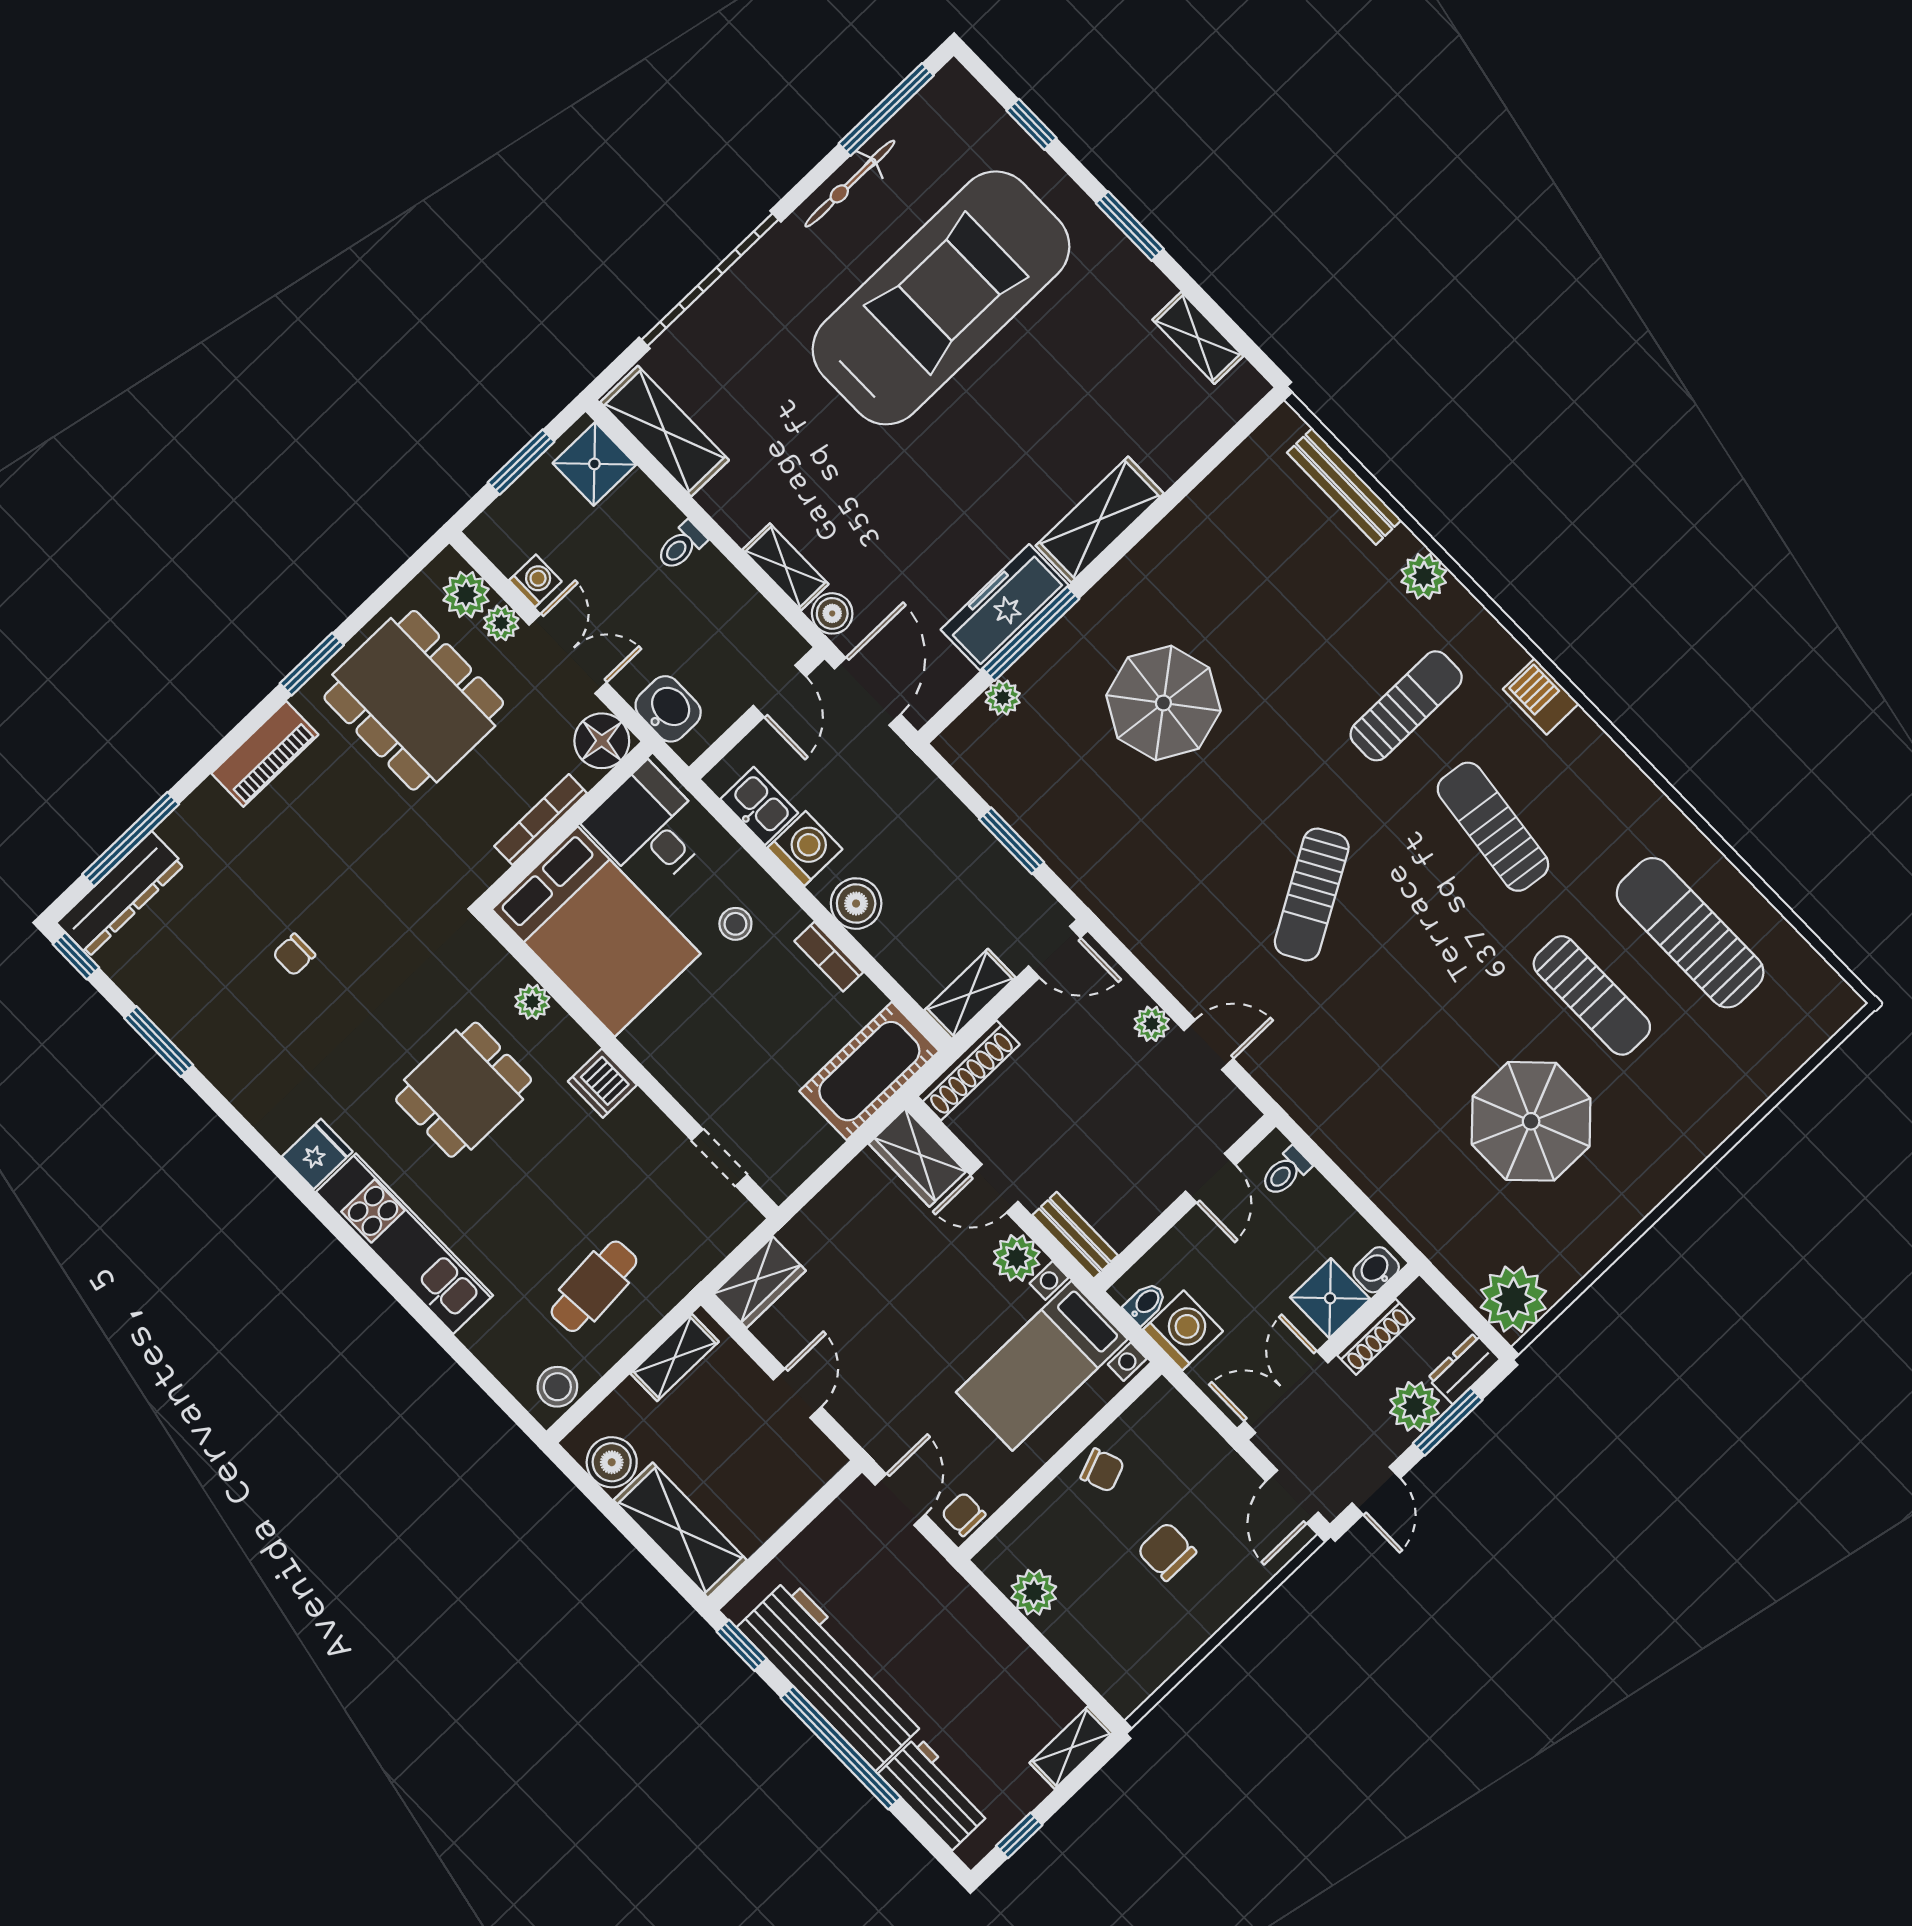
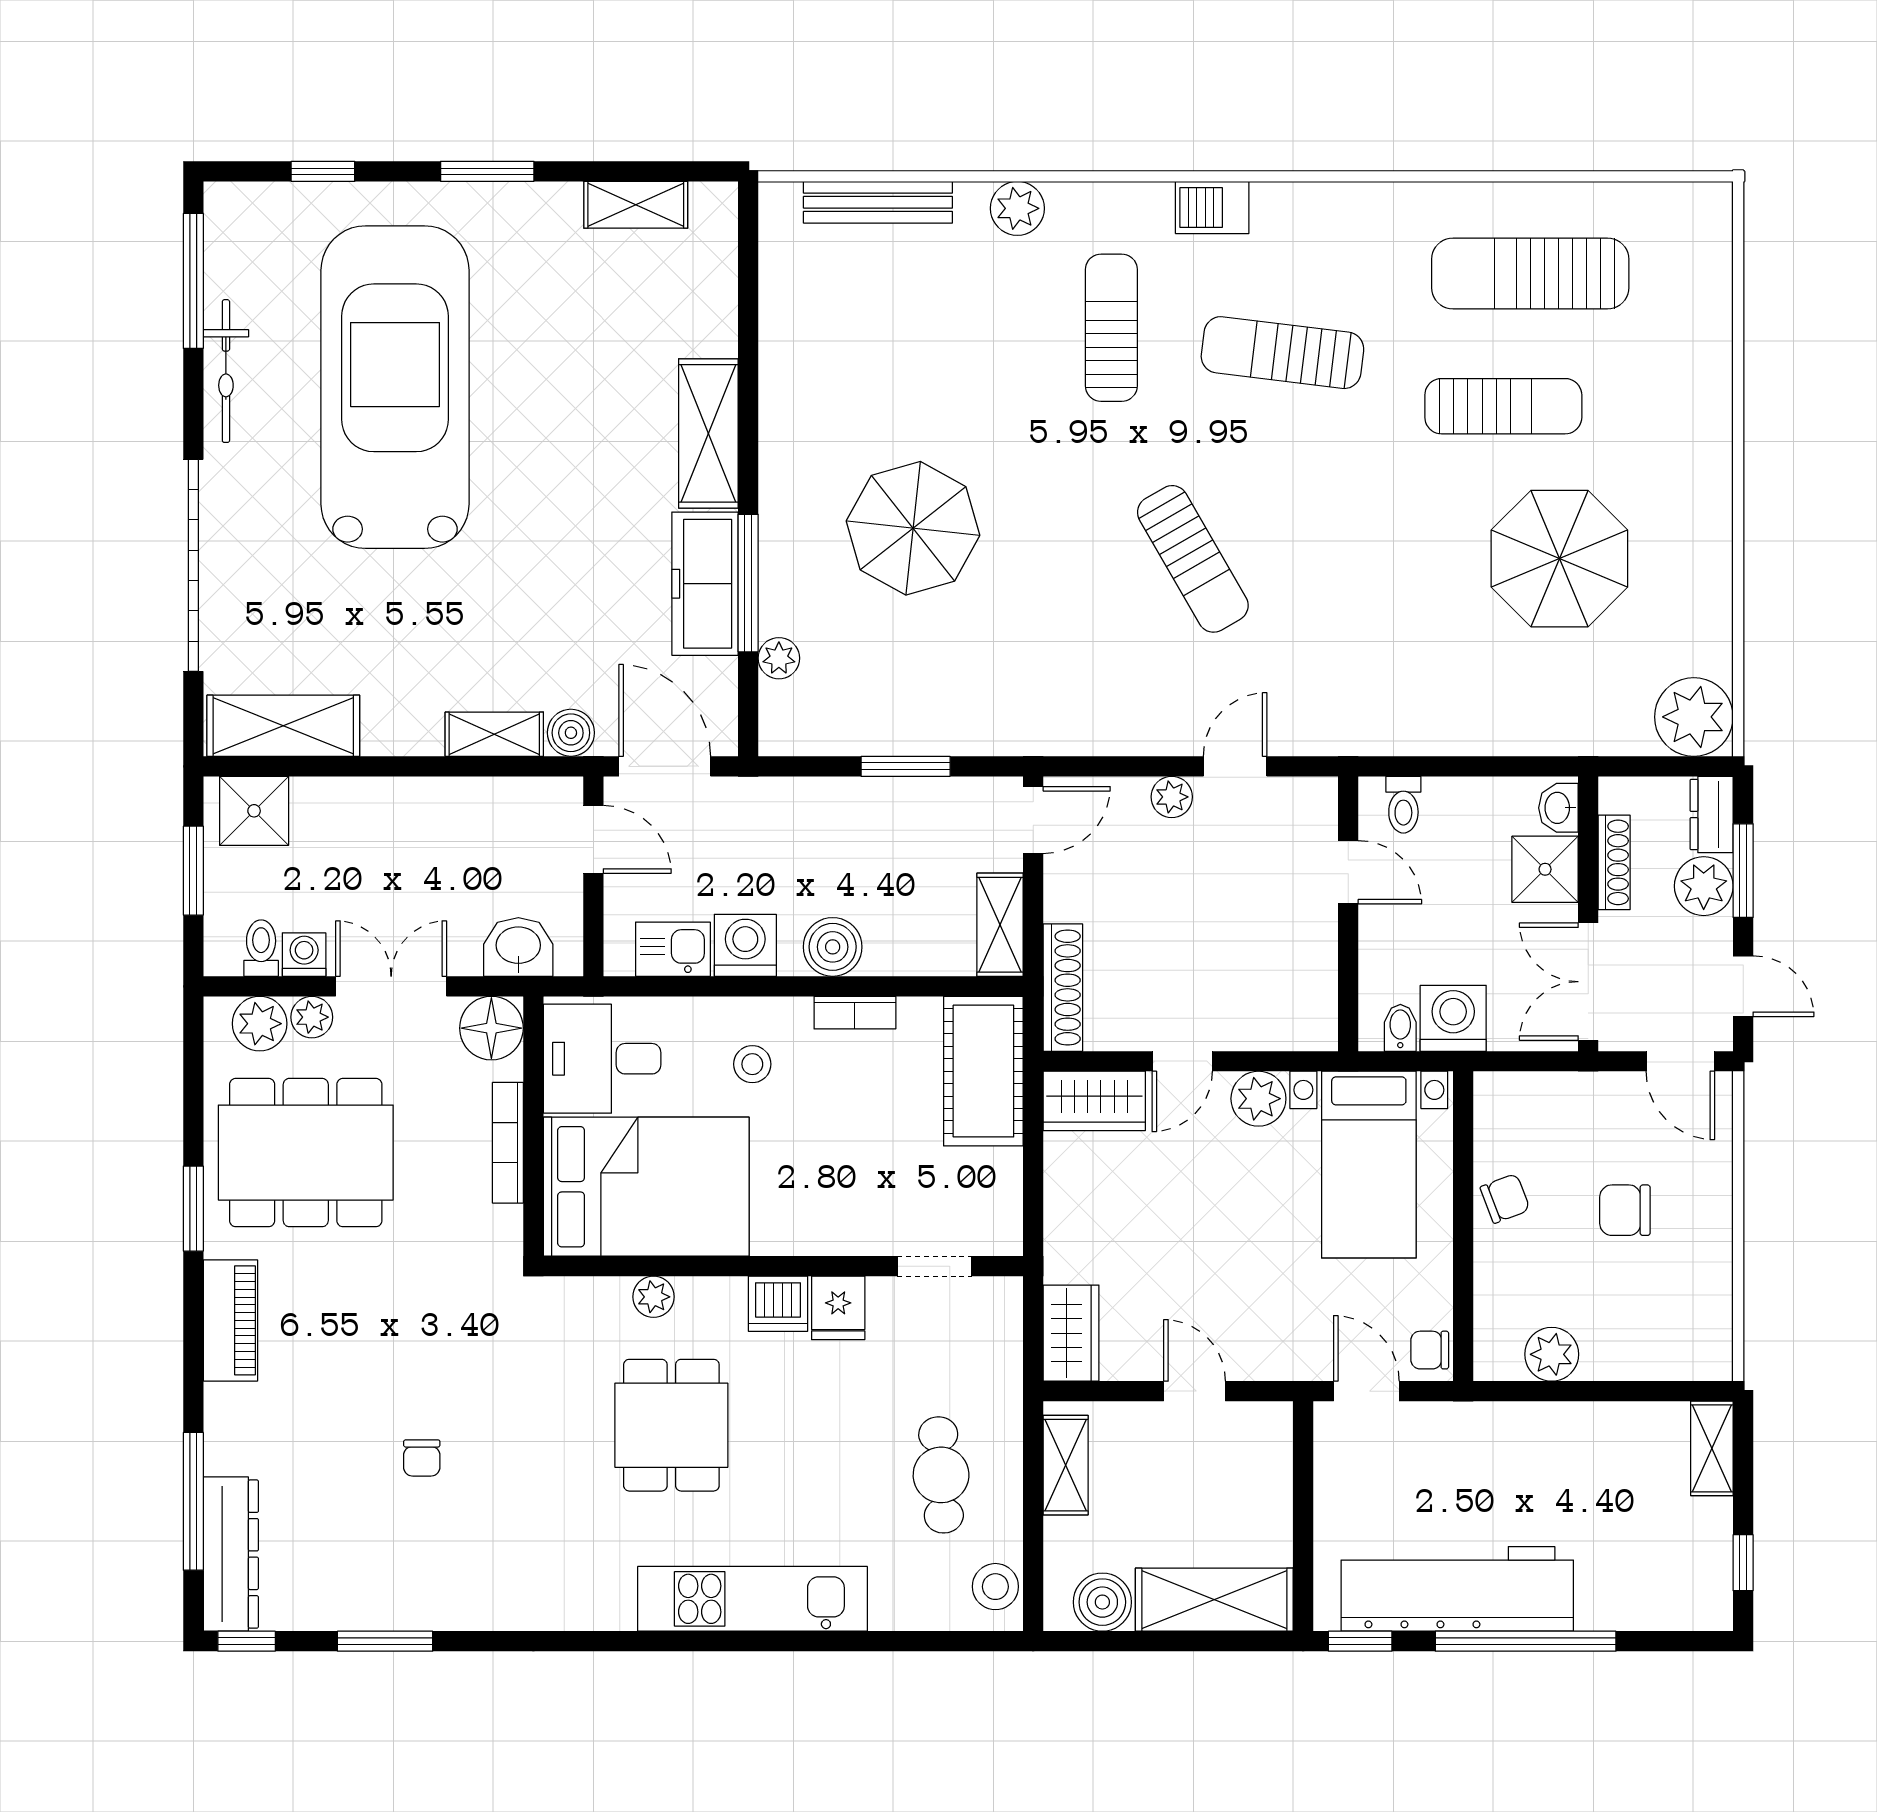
toilet: (681, 546) -> (261, 948), moved, turned 180
fridge: (317, 1154) -> (838, 1308), moved, turned 180
bench: (1075, 1235) -> (1287, 1032), removed
workbench: (935, 1793) -> (1640, 1599), removed

